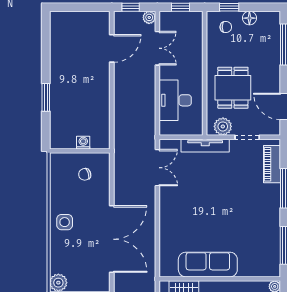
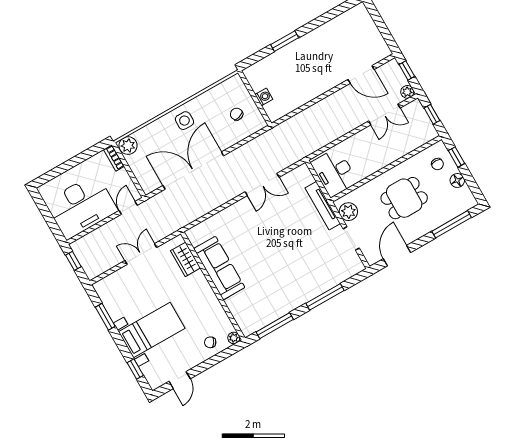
dining table: (233, 88) -> (404, 198), moved
desk: (175, 100) -> (334, 172), moved, turned -90
piano: (272, 164) -> (340, 274), removed
double door: (157, 168) -> (262, 185), moved
double door: (112, 239) -> (193, 171), swing flipped

